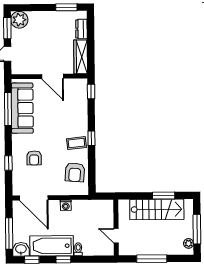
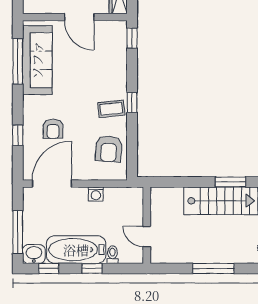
door: (34, 198) -> (52, 184), swing flipped
wall: (116, 227) -> (147, 225), moved
door: (116, 236) -> (147, 237), moved

